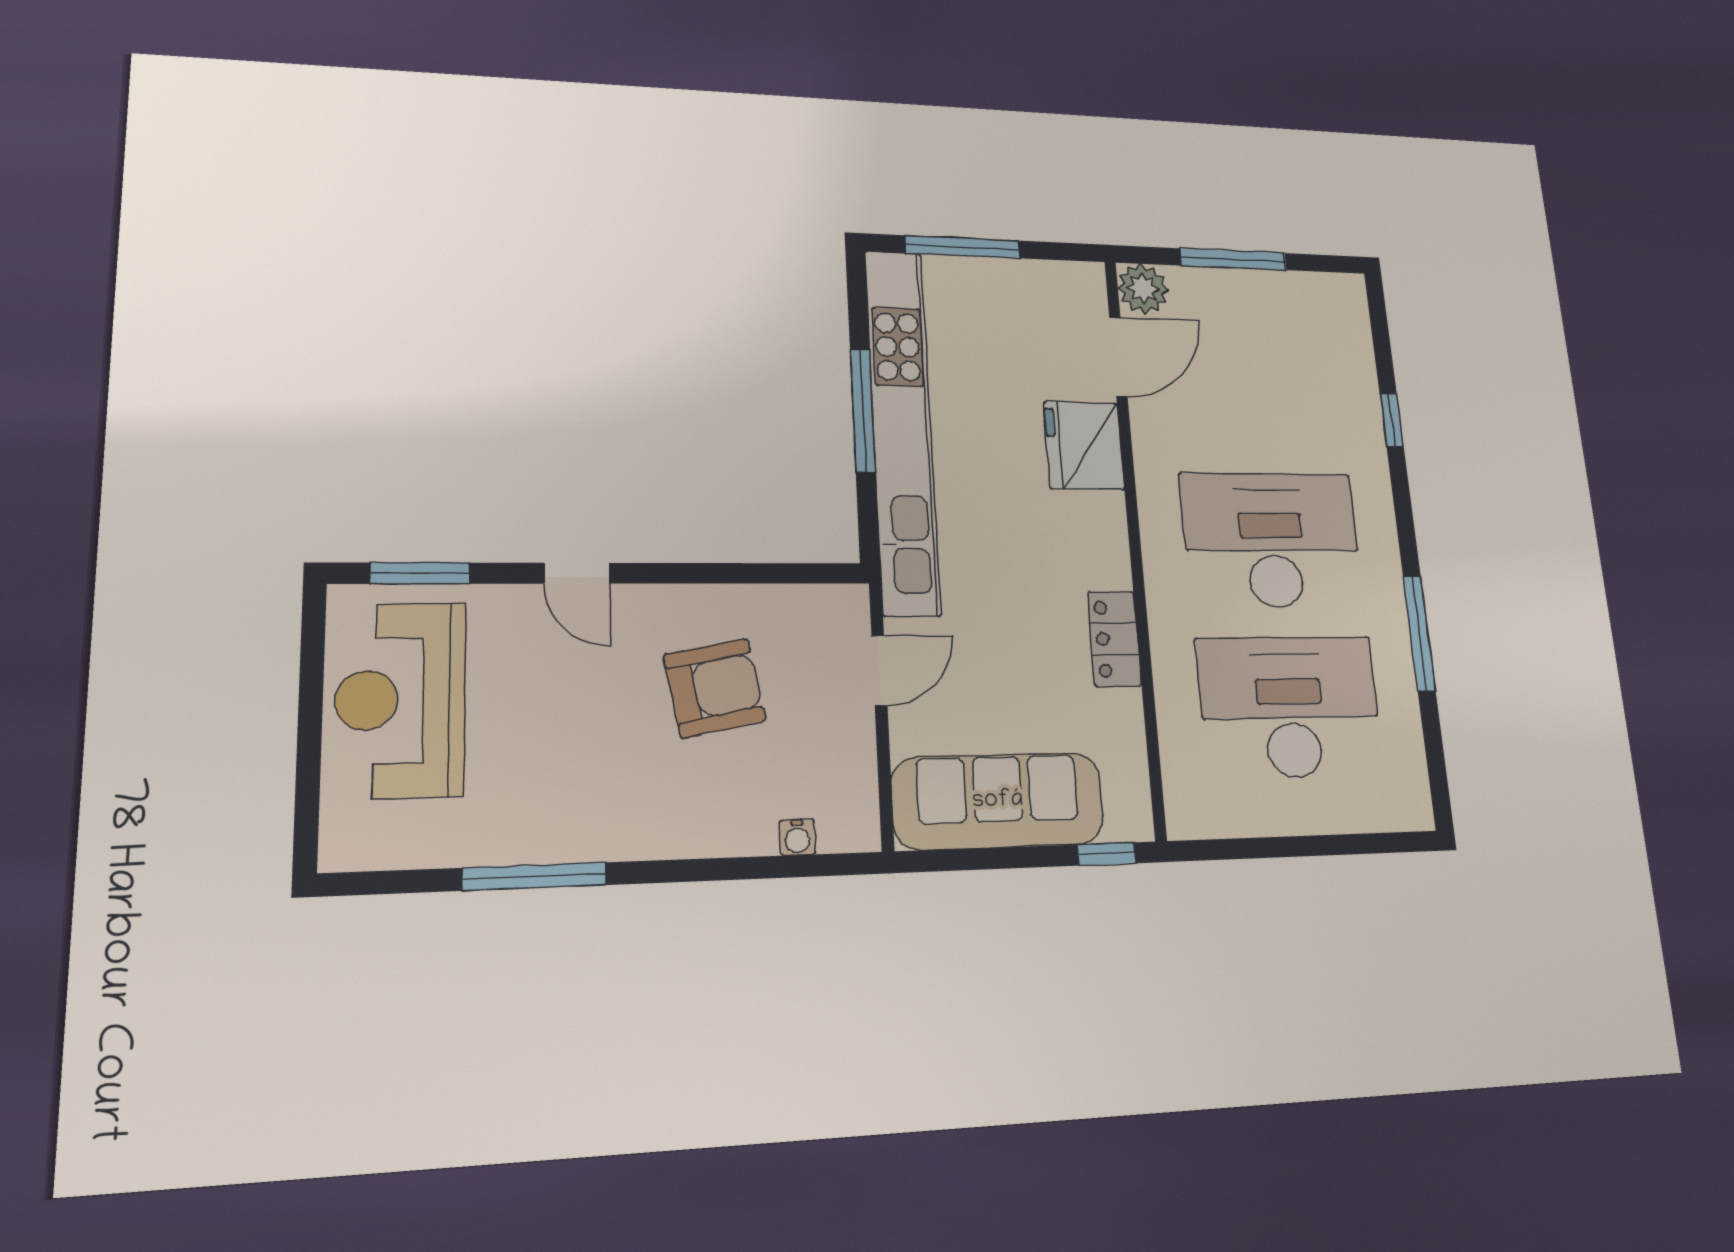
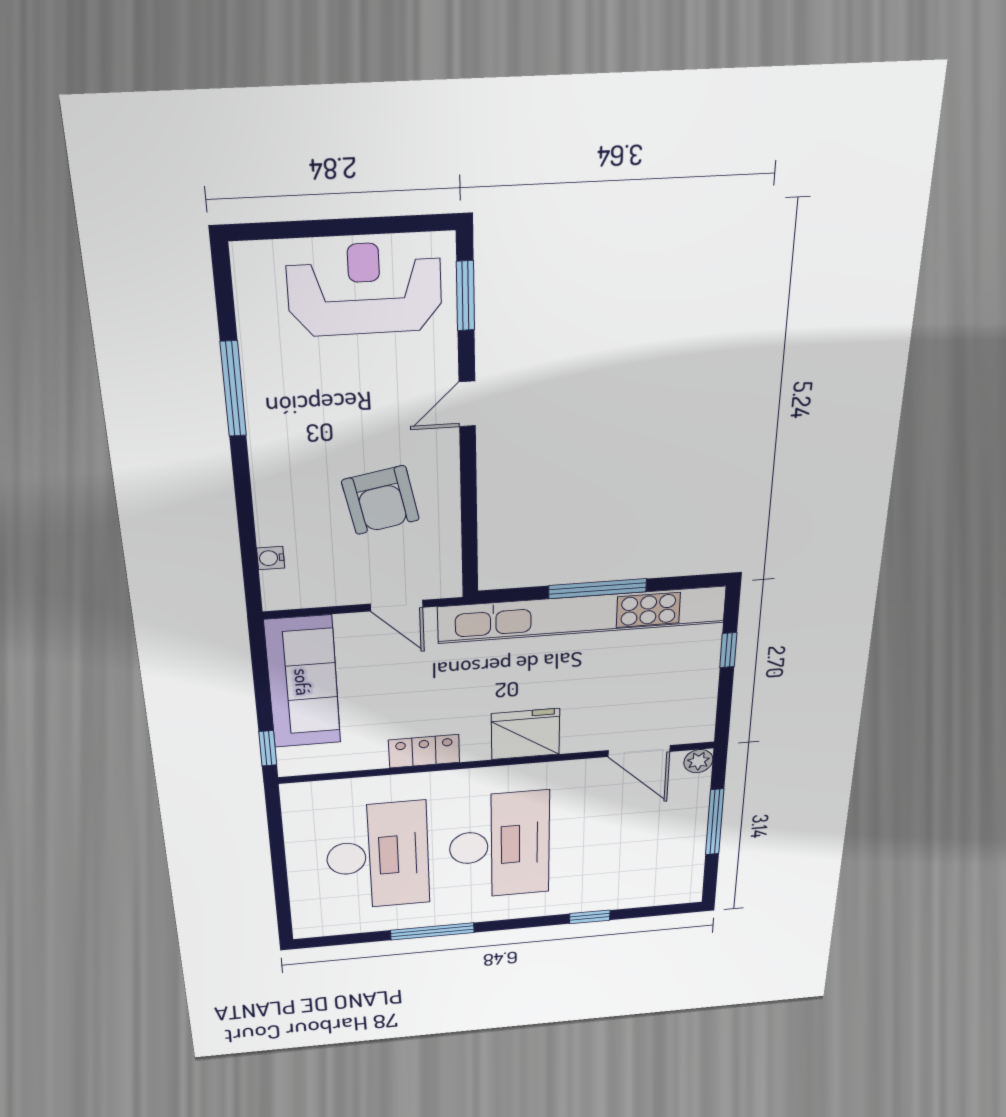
window: (963, 247) -> (728, 650), width x0.46
plant: (1143, 289) -> (698, 761), width x0.73, depth x0.73
fridge: (1084, 446) -> (525, 734), moved

